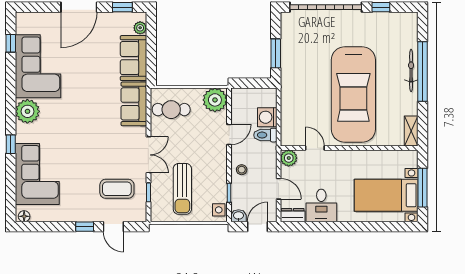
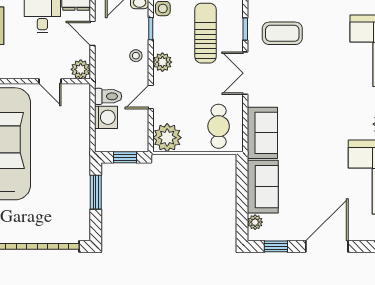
window: (251, 83) -> (125, 157), added
cafe table: (171, 110) -> (219, 126), turned 90
plant: (219, 164) -> (162, 62), added

